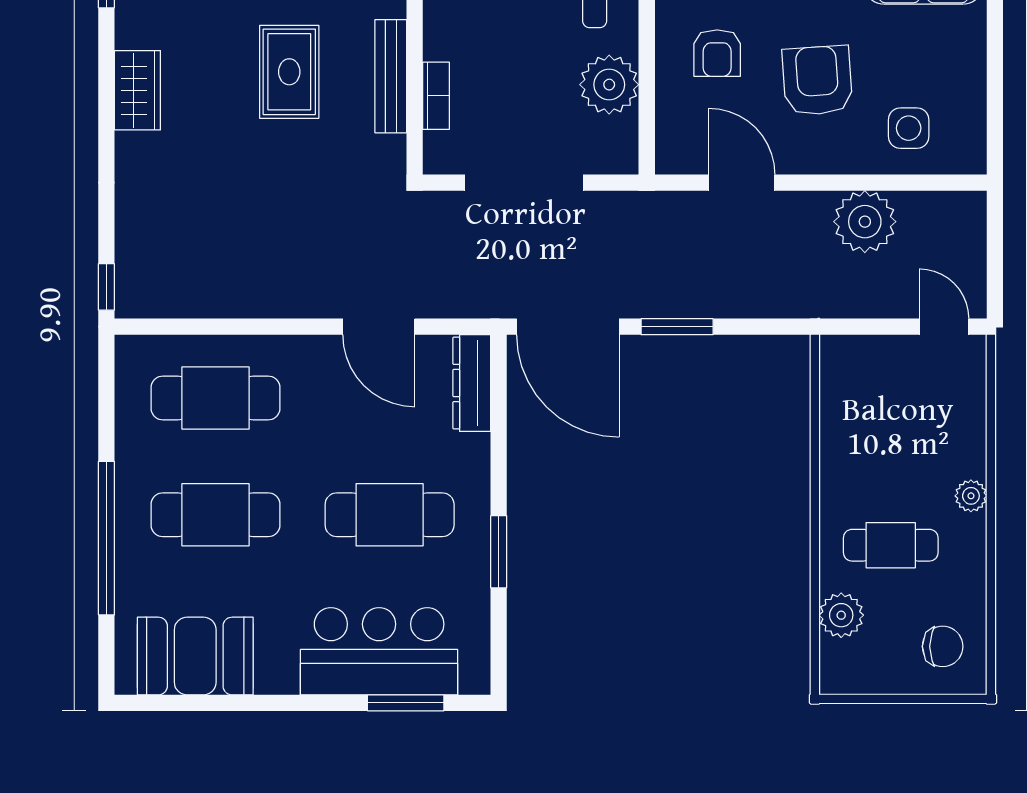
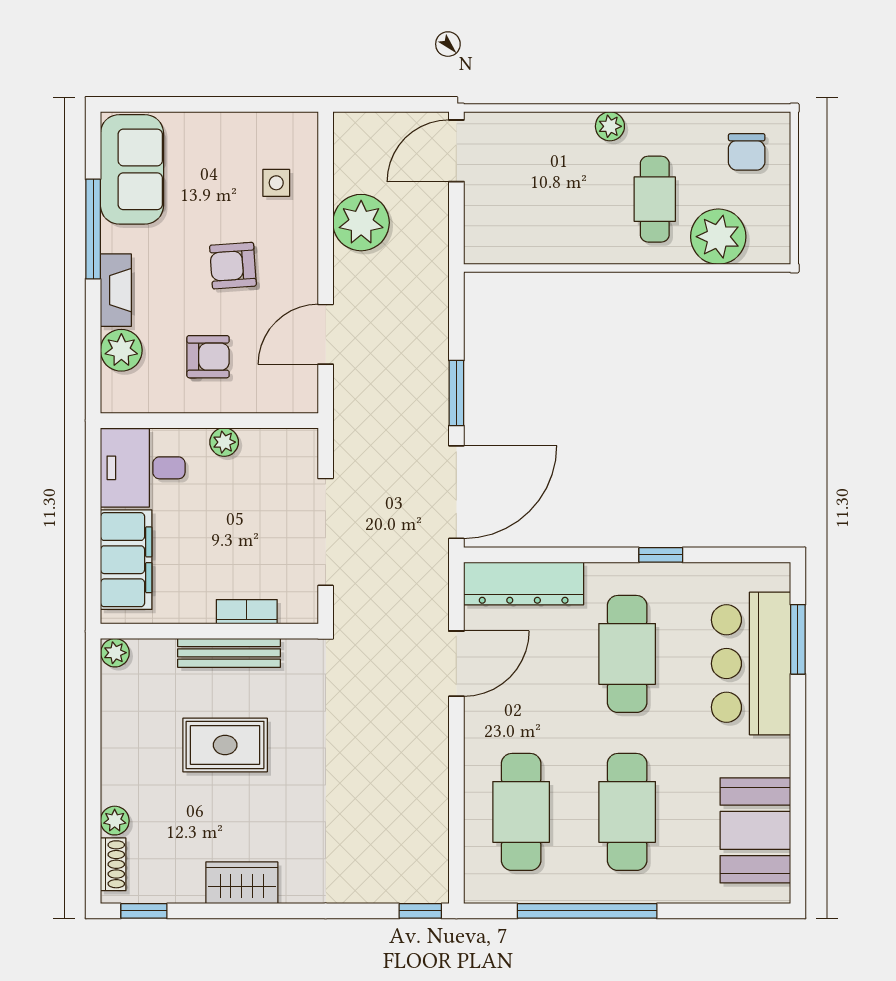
armchair: (817, 80) -> (233, 266), width x0.72, depth x0.72
plant: (609, 85) -> (224, 442), width x0.53, depth x0.53
side table: (909, 128) -> (276, 183), width x0.73, depth x0.73
door: (944, 327) -> (456, 151), width x1.38
dresser: (472, 383) -> (524, 584), width x1.37, depth x1.24
window: (106, 538) -> (587, 911), moved
window: (499, 552) -> (661, 555), width x0.67
plant: (841, 615) -> (718, 237), width x1.36, depth x1.36
chair: (943, 646) -> (747, 152), turned 180

